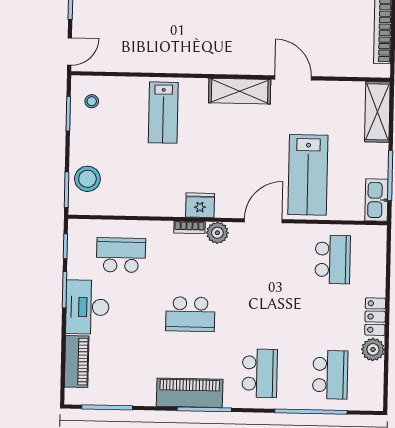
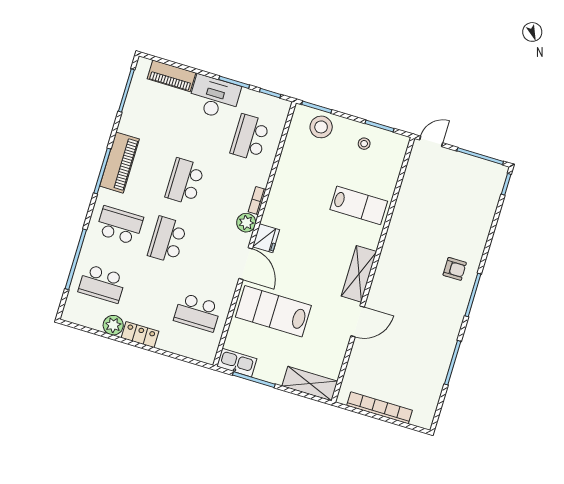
door: (70, 51) -> (431, 141), swing flipped
stool: (92, 101) -> (364, 144), moved
lab bench: (163, 113) -> (359, 205), turned 180
fridge: (200, 205) -> (266, 238), moved
school desk: (121, 255) -> (250, 137), turned 180
school desk: (261, 316) -> (167, 240), added
school desk: (260, 373) -> (120, 225), turned 180

